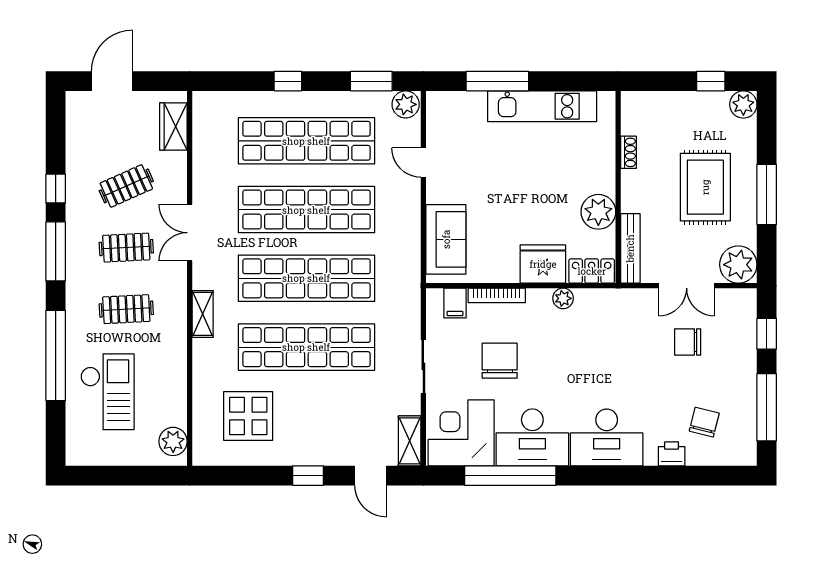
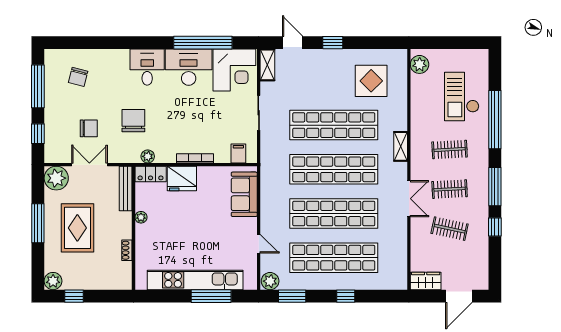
kitchen unit: (542, 106) -> (195, 280), width x1.36
wardrobe: (173, 126) -> (426, 281), moved, turned -90
clothes rail: (126, 186) -> (450, 229), turned 36
plant: (598, 212) -> (141, 217), width x0.53, depth x0.53
bookcase: (497, 295) -> (195, 158), moved
plant: (563, 298) -> (148, 156), moved
chair: (500, 361) -> (133, 121), moved, turned 180
desk: (607, 437) -> (147, 67), width x0.73
printer: (672, 454) -> (99, 57), removed

